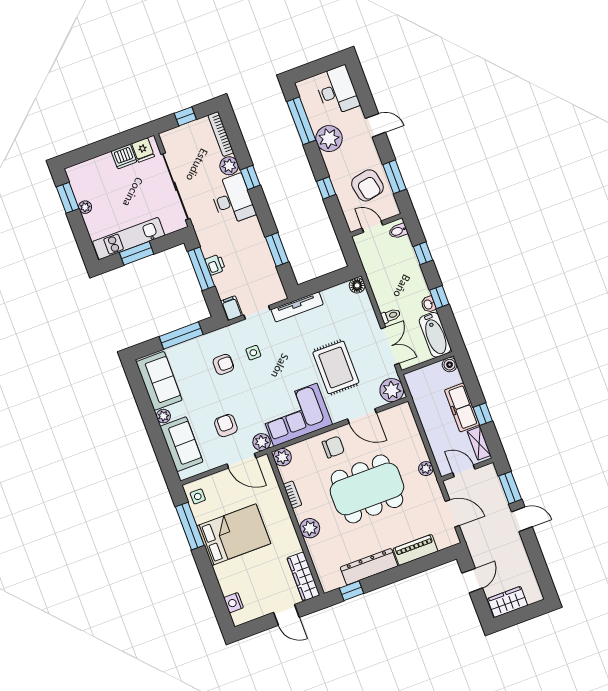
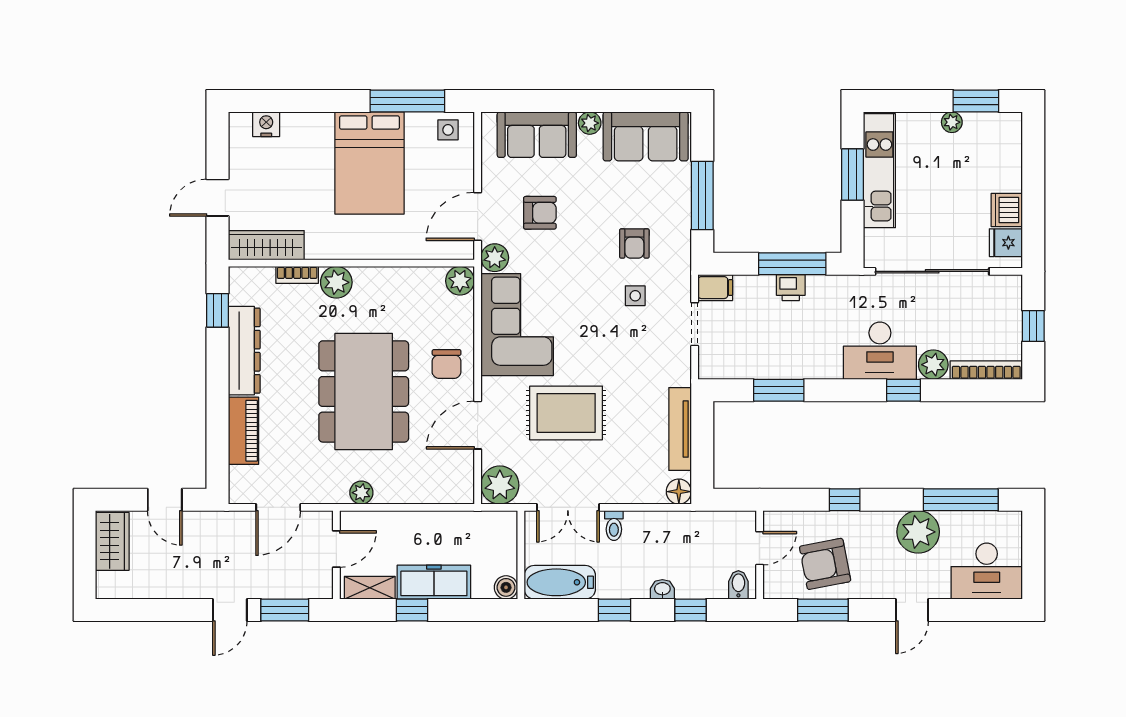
washbasin: (428, 304) -> (662, 589), moved
tv unit: (297, 307) -> (680, 429), moved
bookcase: (292, 495) -> (297, 275), moved

